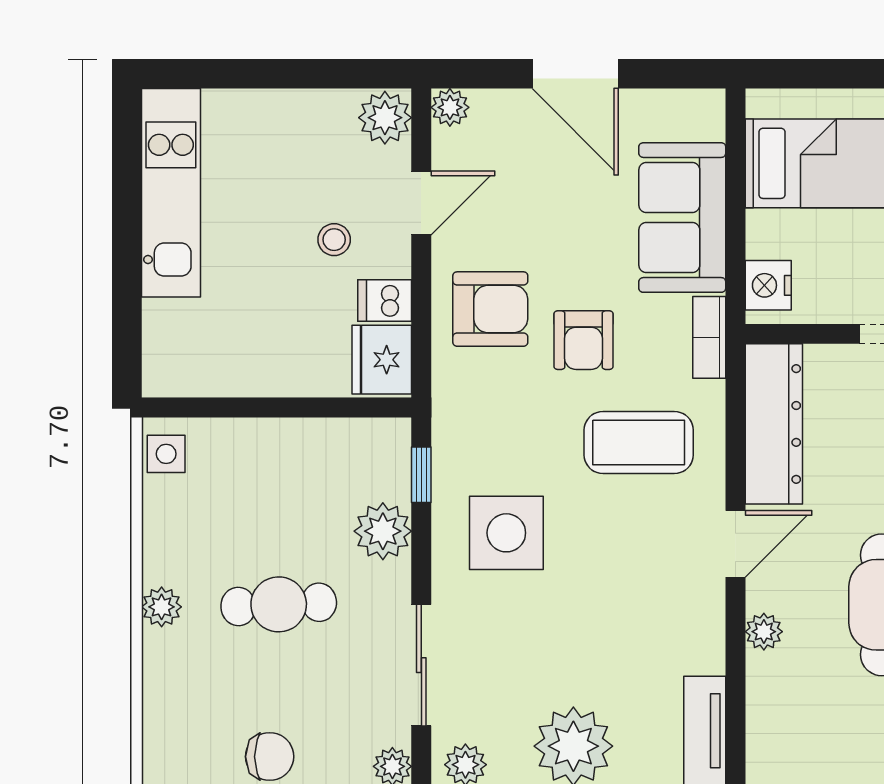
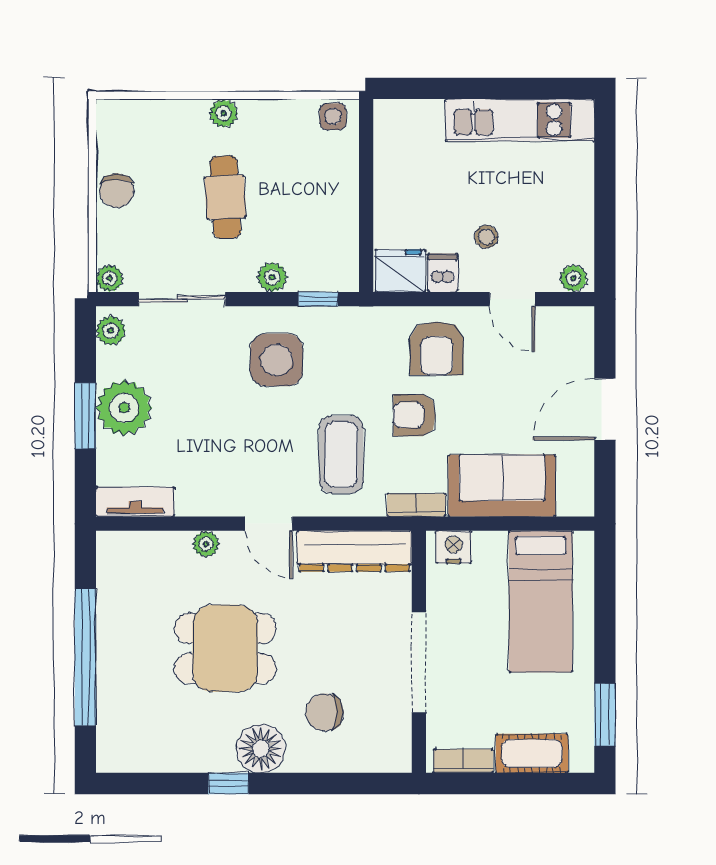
plant: (450, 107) -> (581, 320), removed
plant: (385, 118) -> (573, 278), width x0.73, depth x0.73
plant: (383, 531) -> (272, 277), width x0.73, depth x0.73

